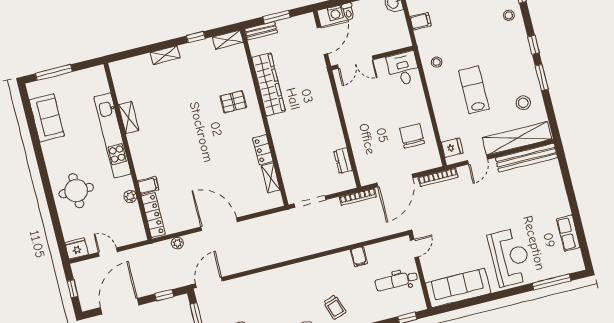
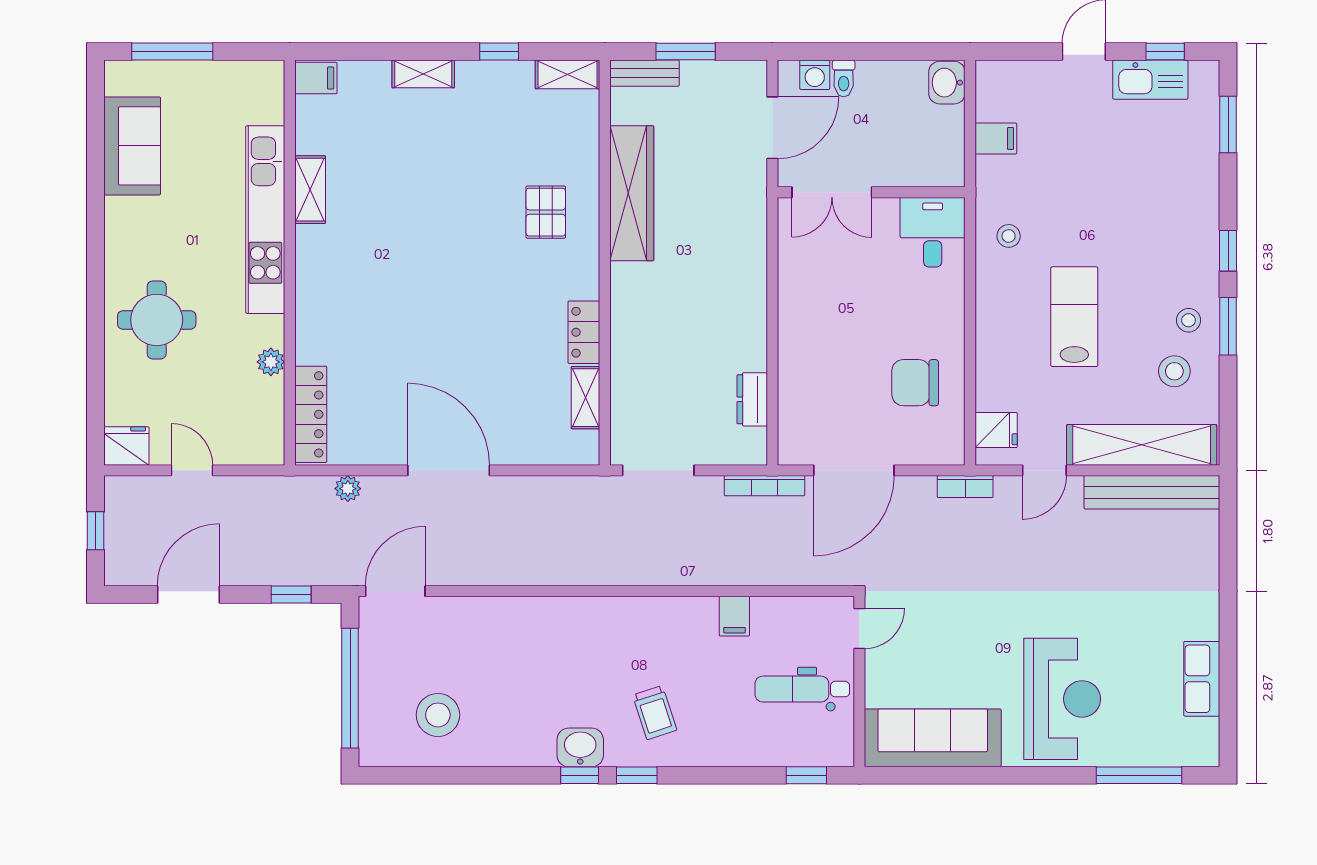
stool: (509, 15) -> (1189, 320), moved
pallet: (233, 102) -> (546, 212), turned 90
chair: (412, 136) -> (915, 383), turned -90
bookcase: (438, 177) -> (965, 487), width x0.64
filing cabinet: (148, 185) -> (316, 78), moved
door: (120, 306) -> (188, 594), width x0.73

